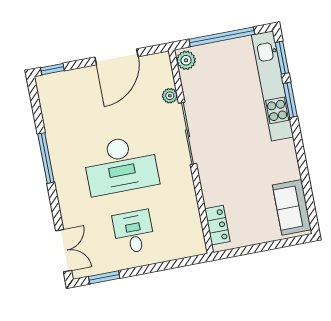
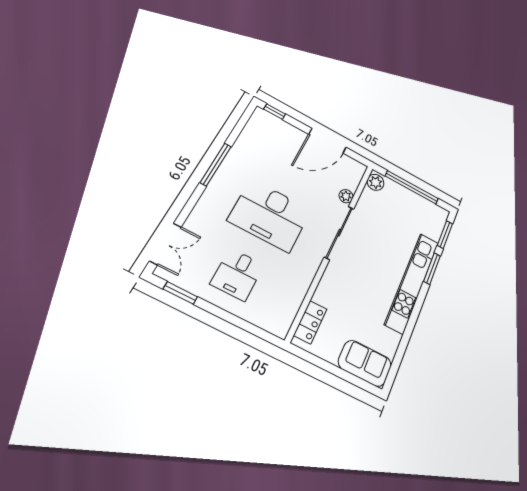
kitchen unit: (272, 86) -> (412, 282), moved
sofa: (292, 207) -> (365, 363), moved, turned 90
desk: (134, 232) -> (237, 274), turned 180

